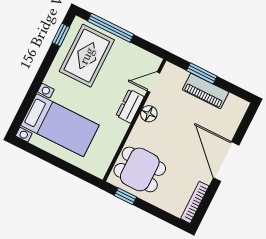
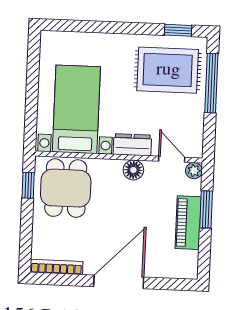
plant: (169, 69) -> (194, 171), added
bed with nightstands: (60, 125) -> (76, 109), moved, turned 180

